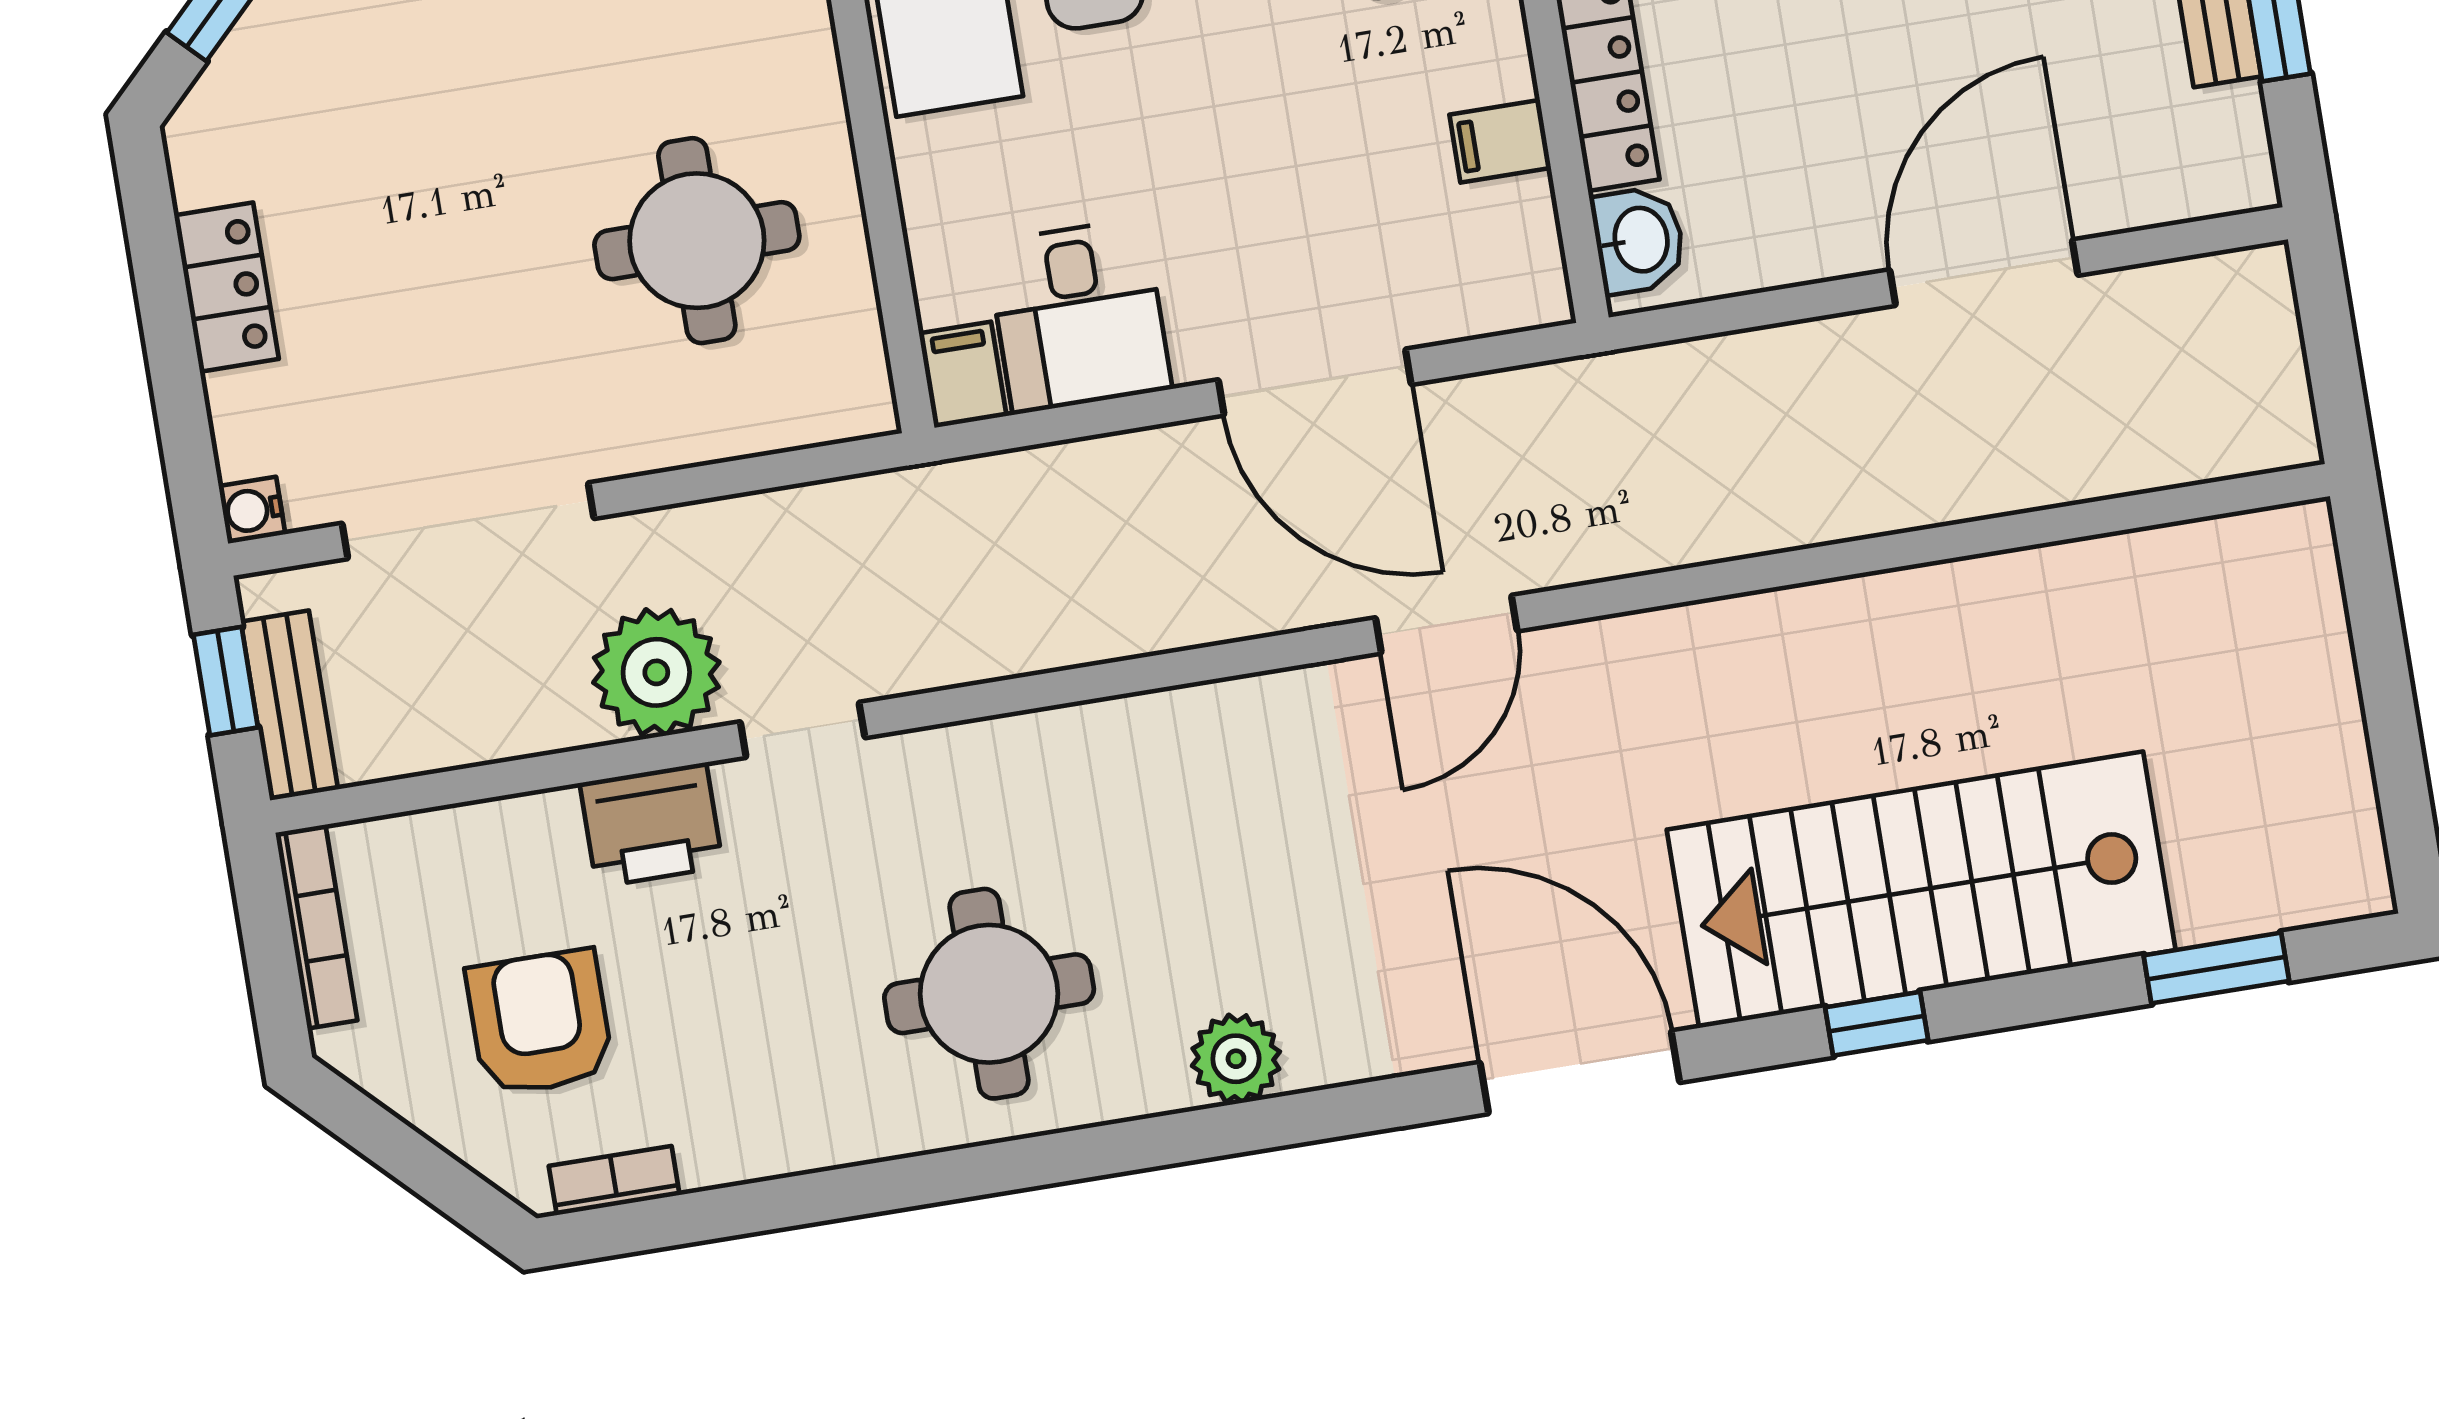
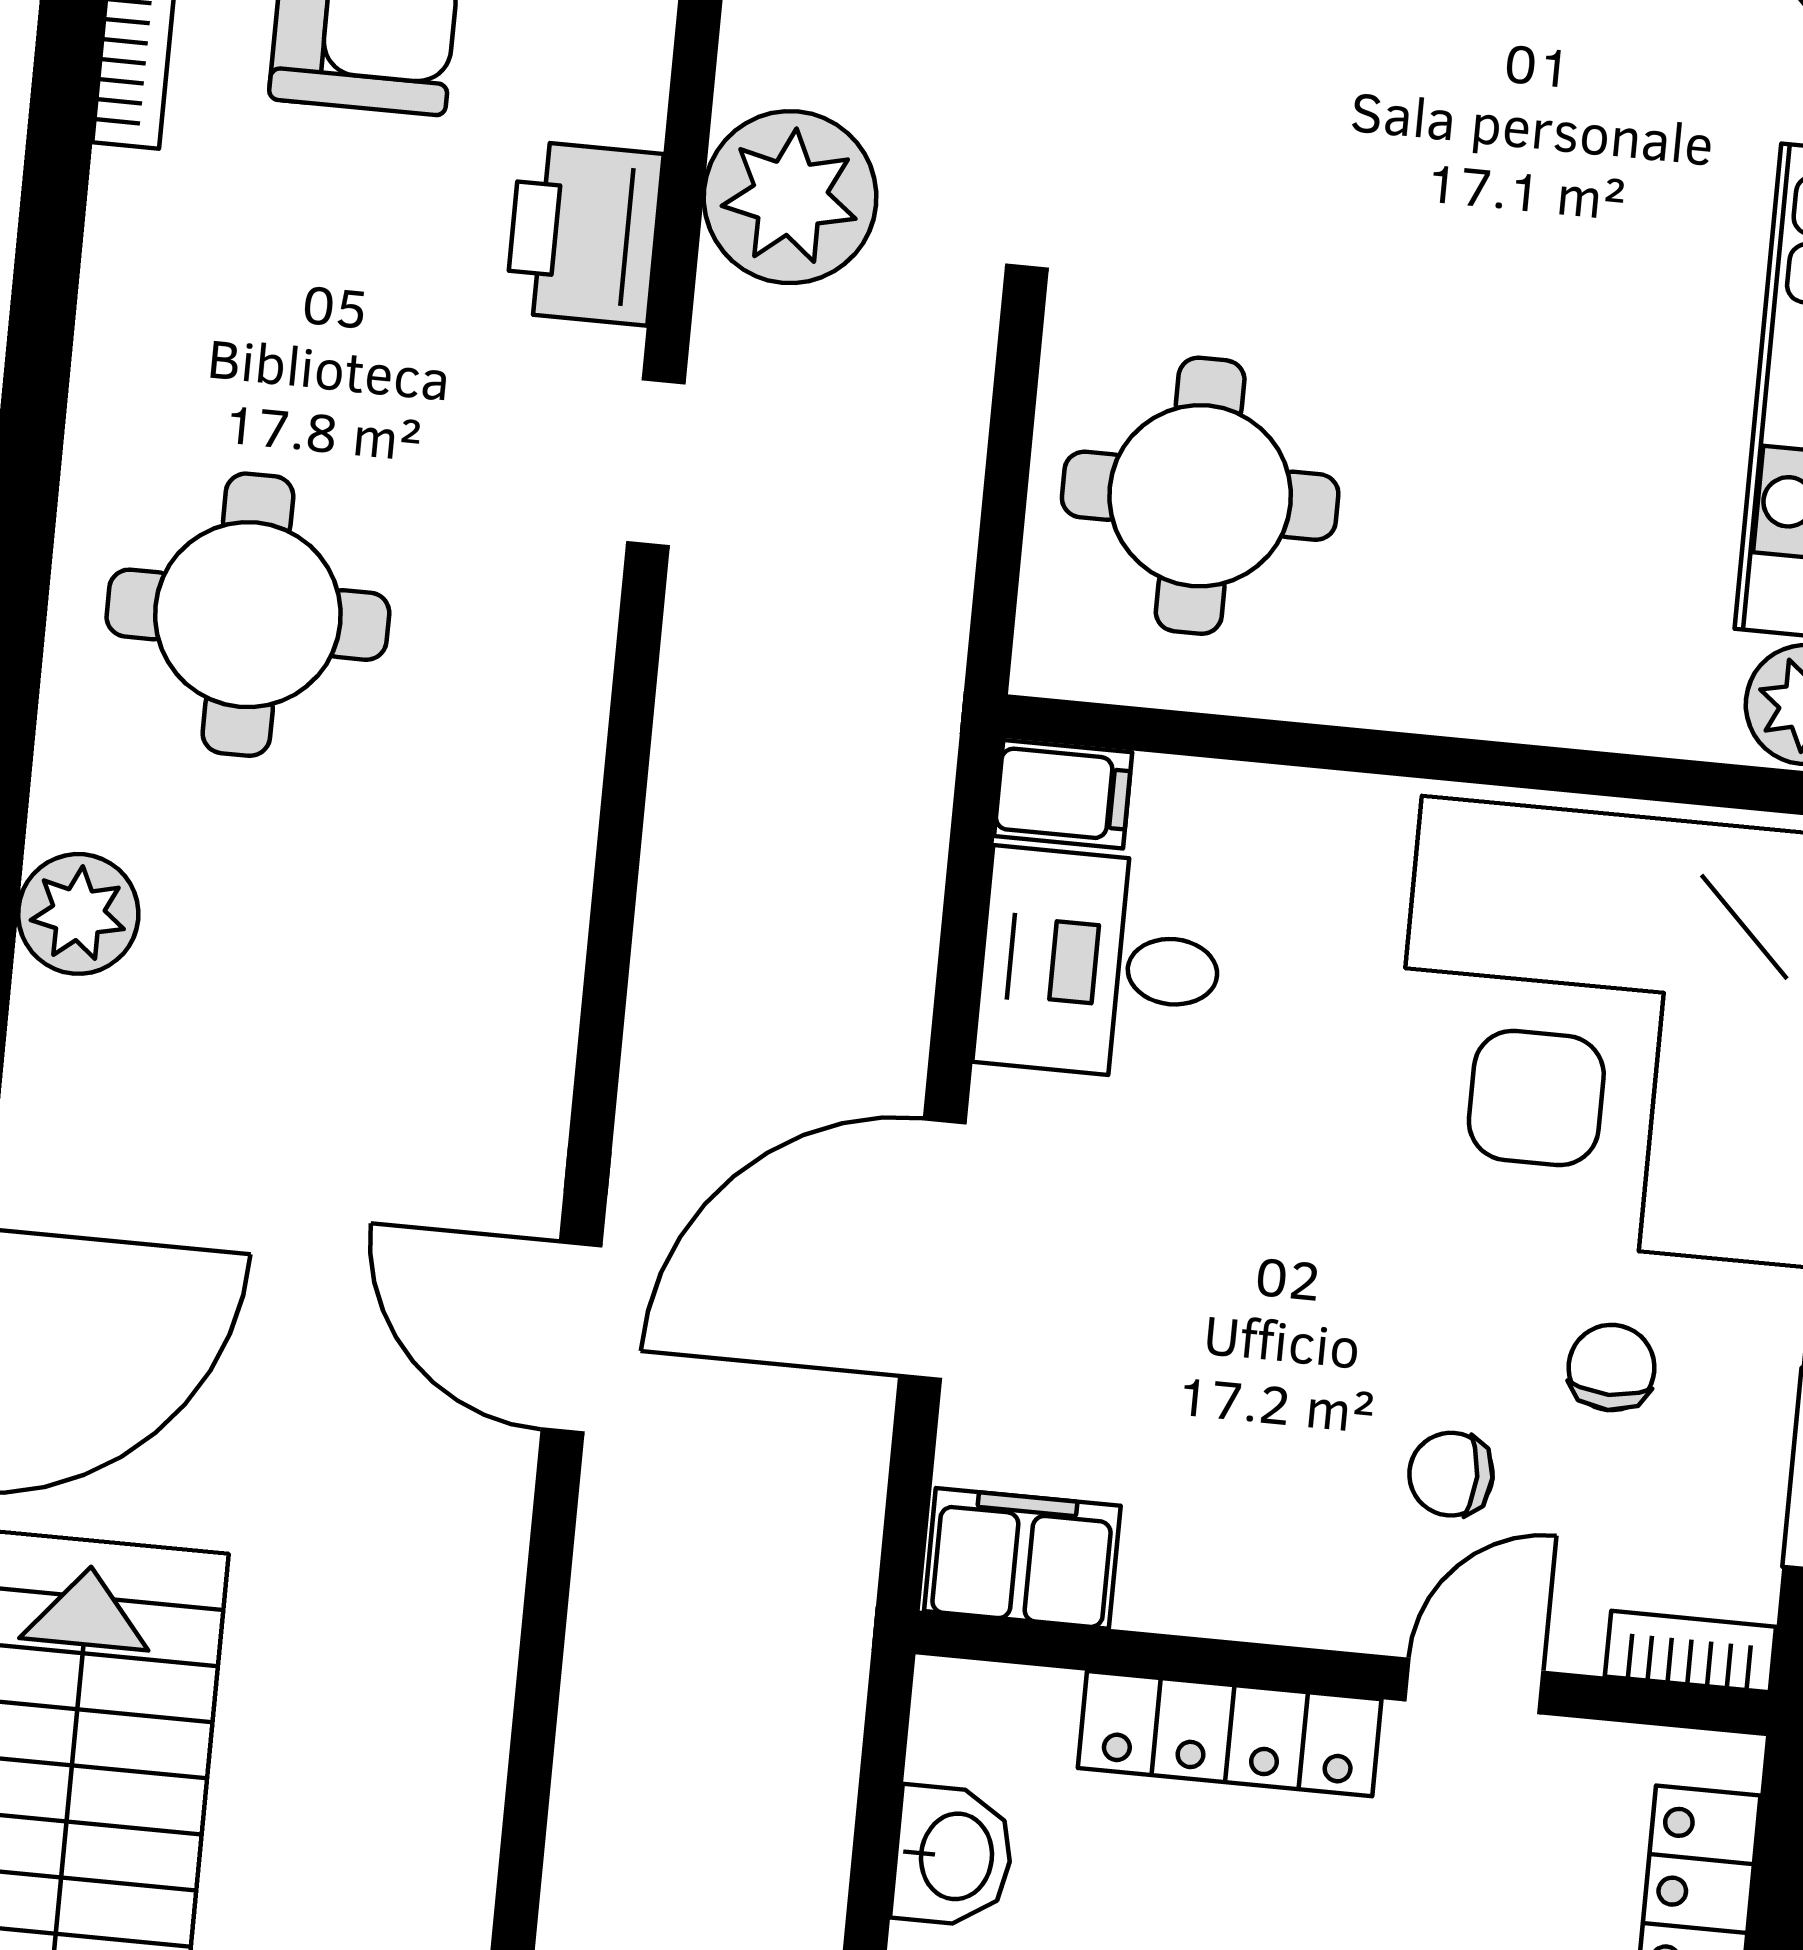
filing cabinet: (1500, 141) -> (1022, 1558), moved, width x2.00
washbasin: (1639, 240) -> (953, 1856), moved, turned -90
round table: (697, 241) -> (1200, 496), moved
plant: (656, 672) -> (790, 197), moved

